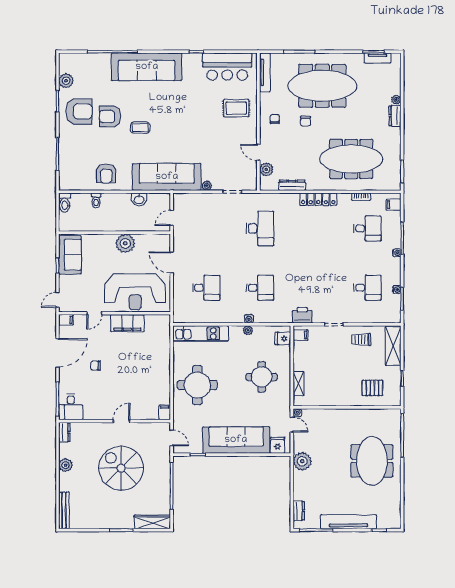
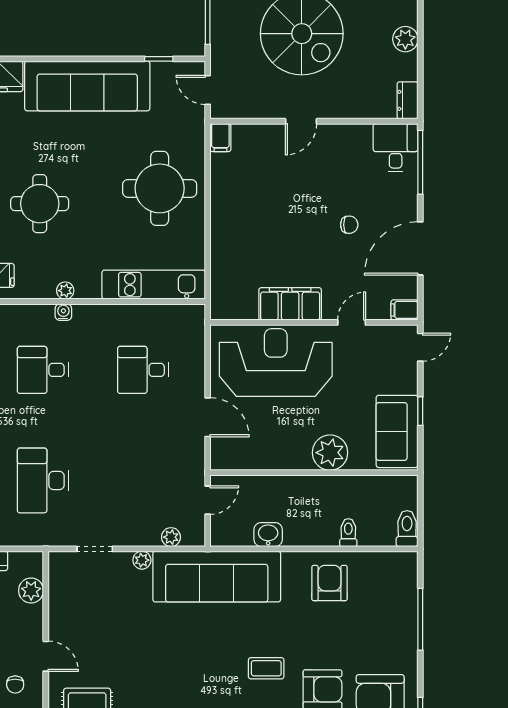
door: (258, 152) -> (46, 656), moved
plant: (191, 198) -> (171, 537), added
plant: (125, 243) -> (330, 453), moved

